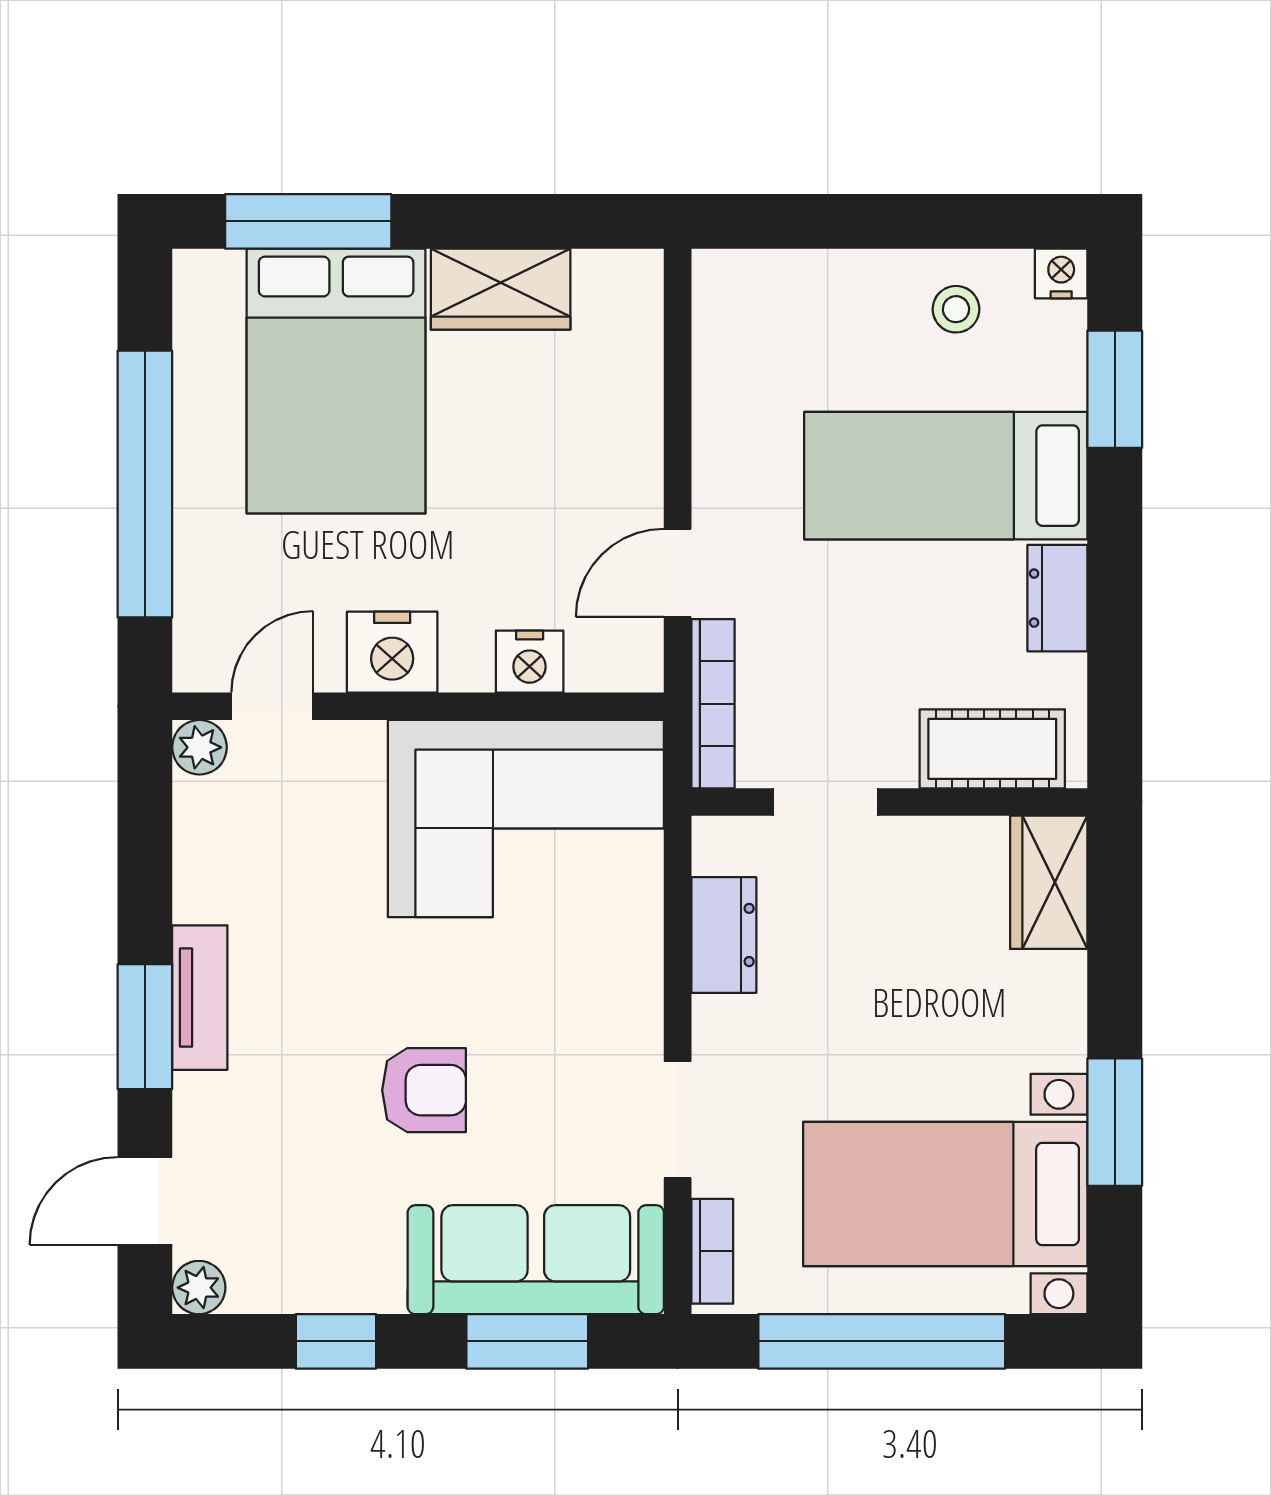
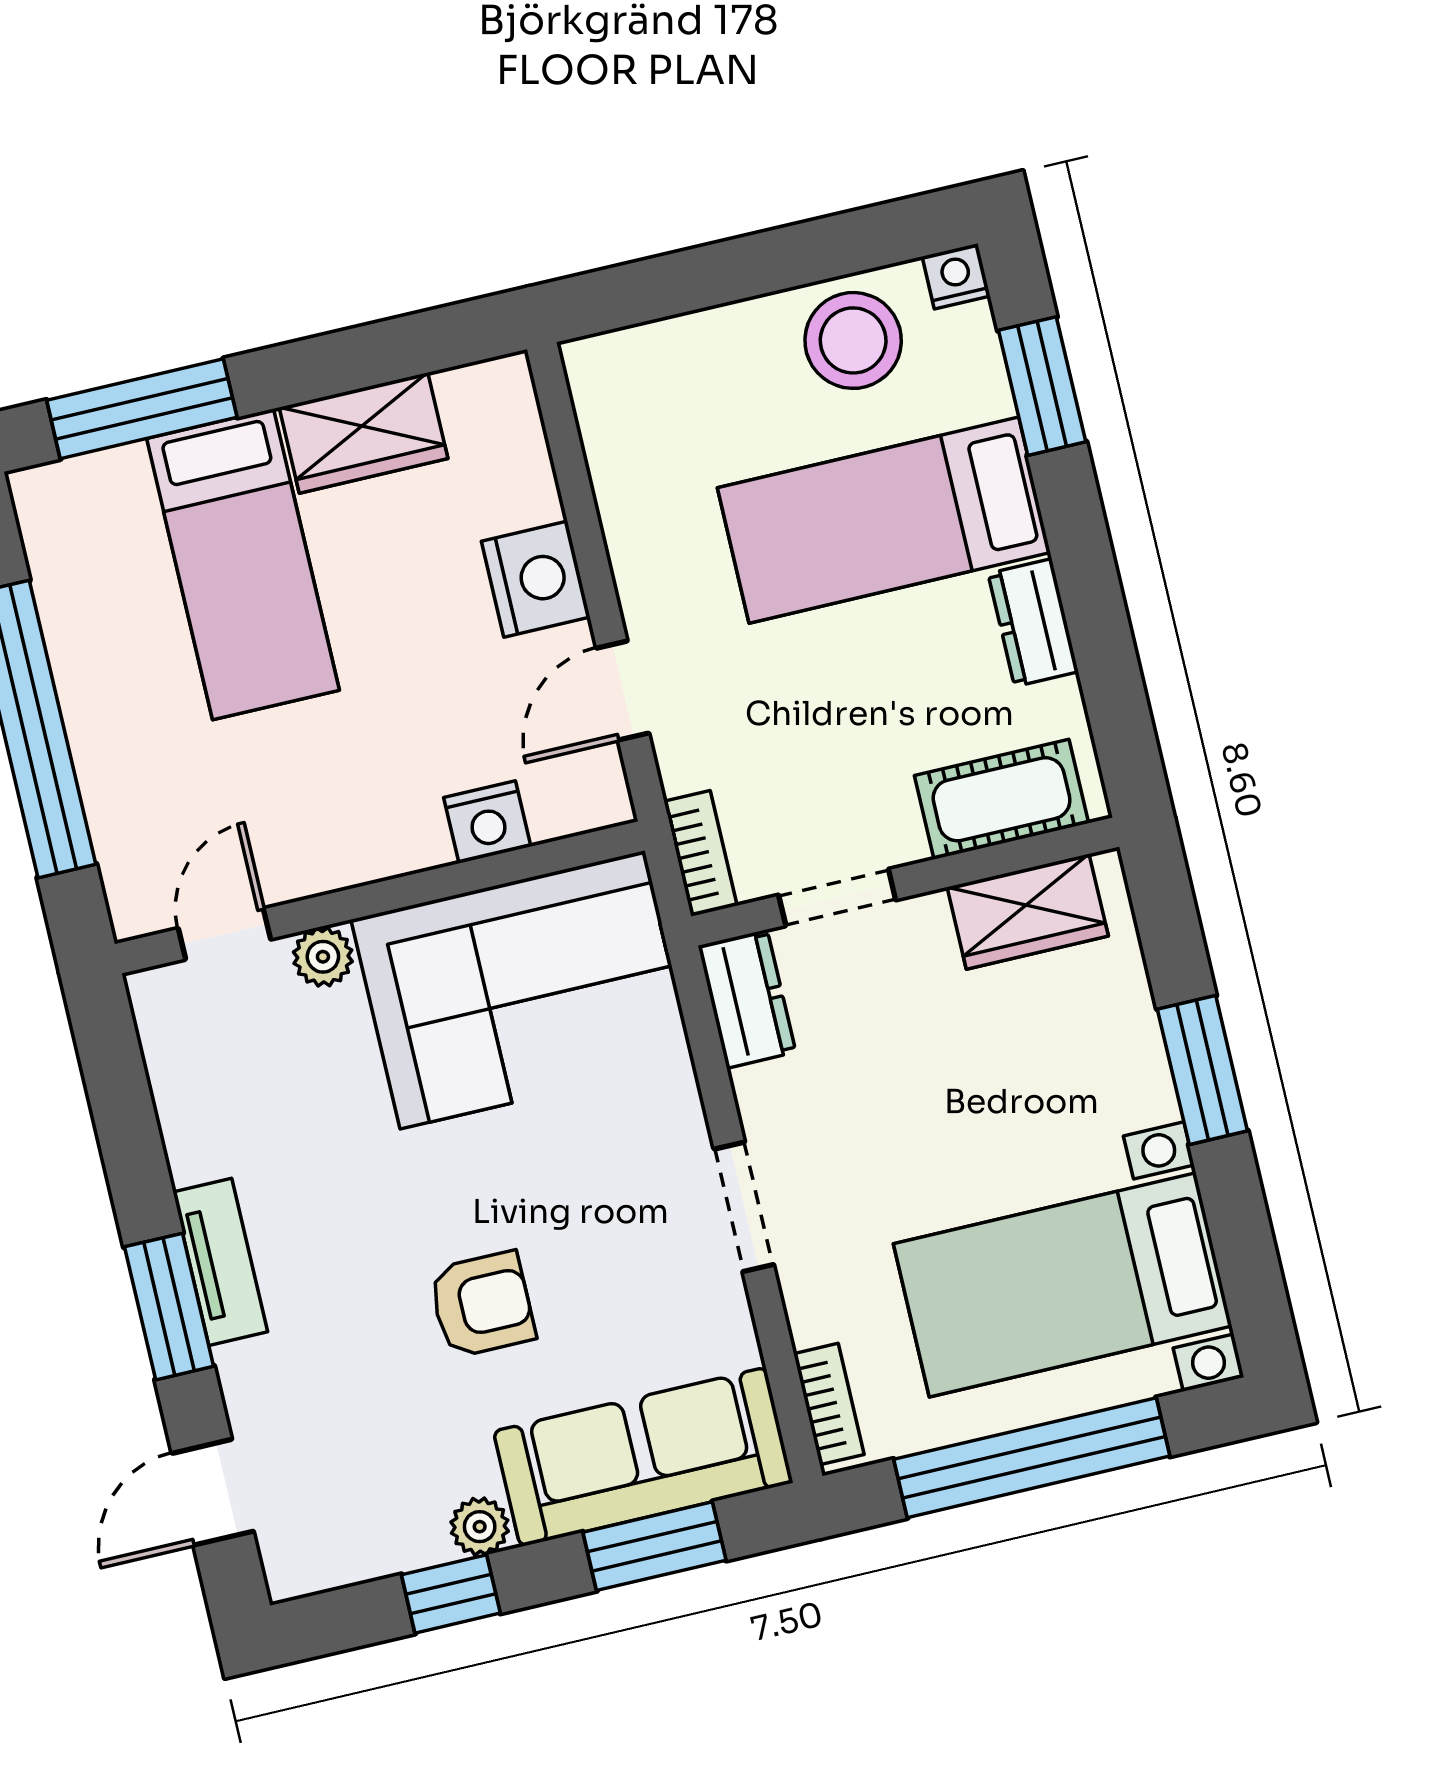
stool: (956, 309) -> (853, 340), width x1.89, depth x1.89
bed: (336, 381) -> (243, 564), width x0.67
nightstand: (392, 652) -> (536, 579), moved, turned -90
bookcase: (713, 704) -> (701, 853), width x0.64
plant: (200, 747) -> (323, 957), moved
wardrobe: (1049, 882) -> (1028, 912), moved, turned -90
dresser: (724, 935) -> (747, 999), moved
doorway: (678, 1120) -> (744, 1207), moved
window: (1115, 1122) -> (1202, 1070), moved
plant: (199, 1288) -> (480, 1527), moved

